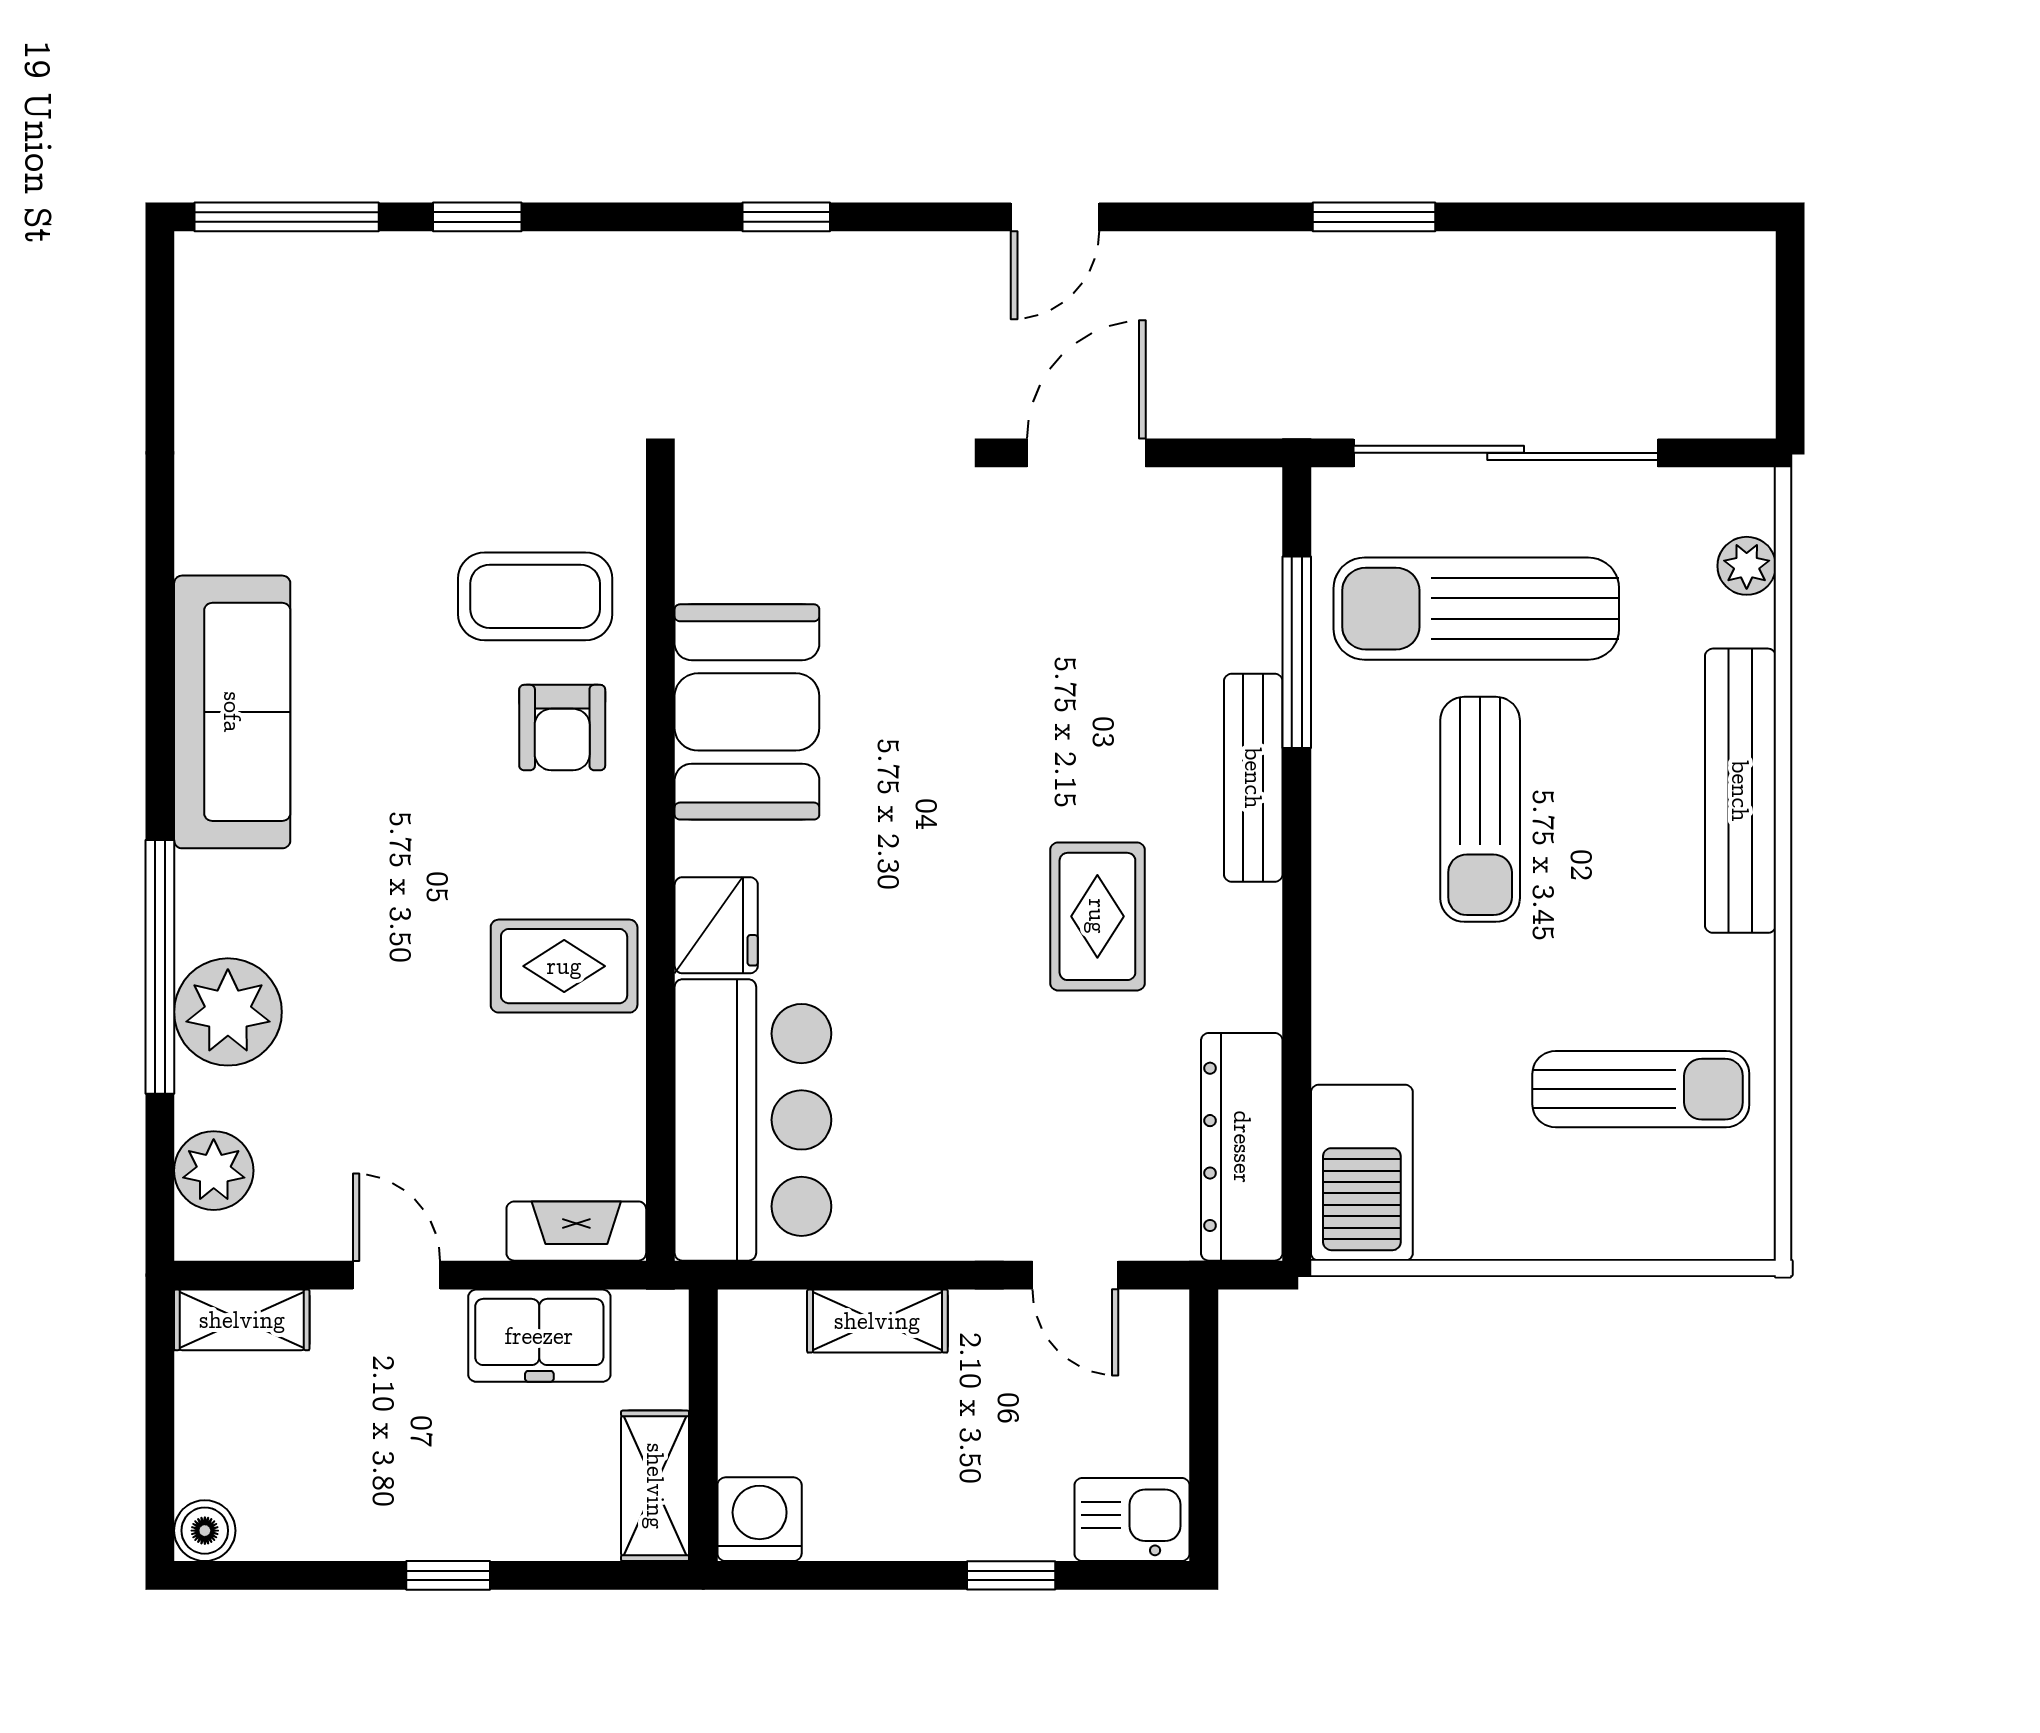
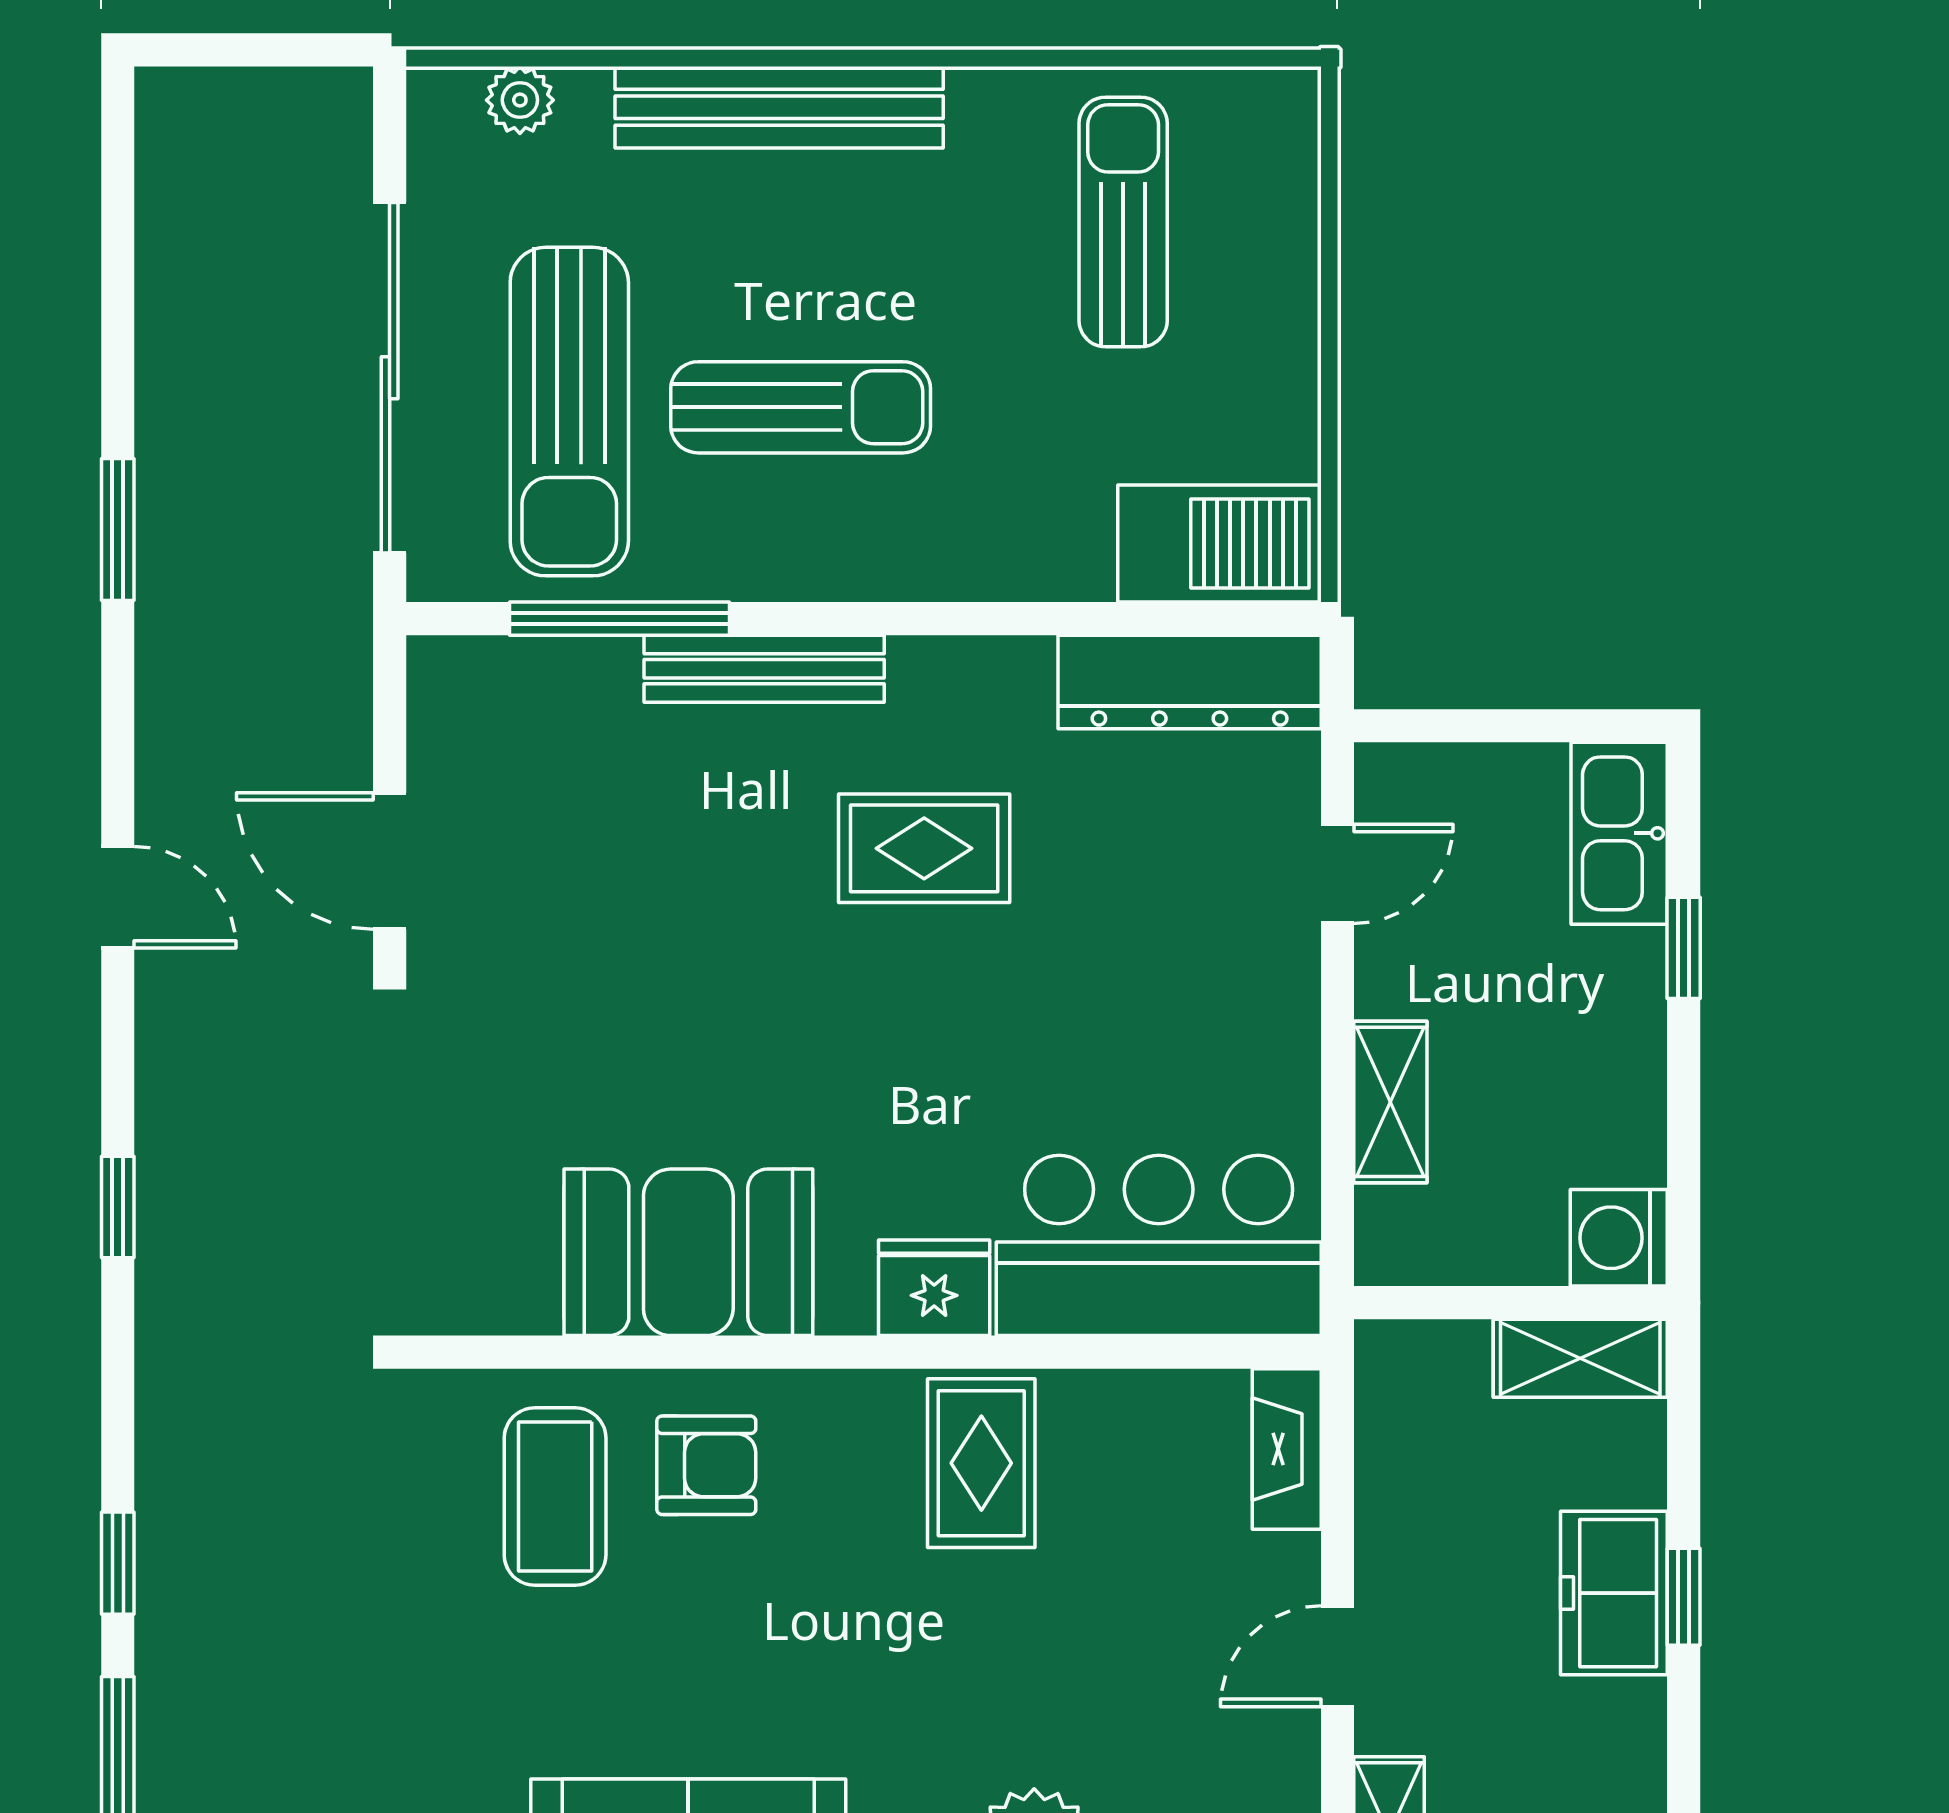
freezer: (539, 1336) -> (1614, 1593), moved, turned 180
kitchen sink: (1132, 1519) -> (1619, 833), width x1.38

